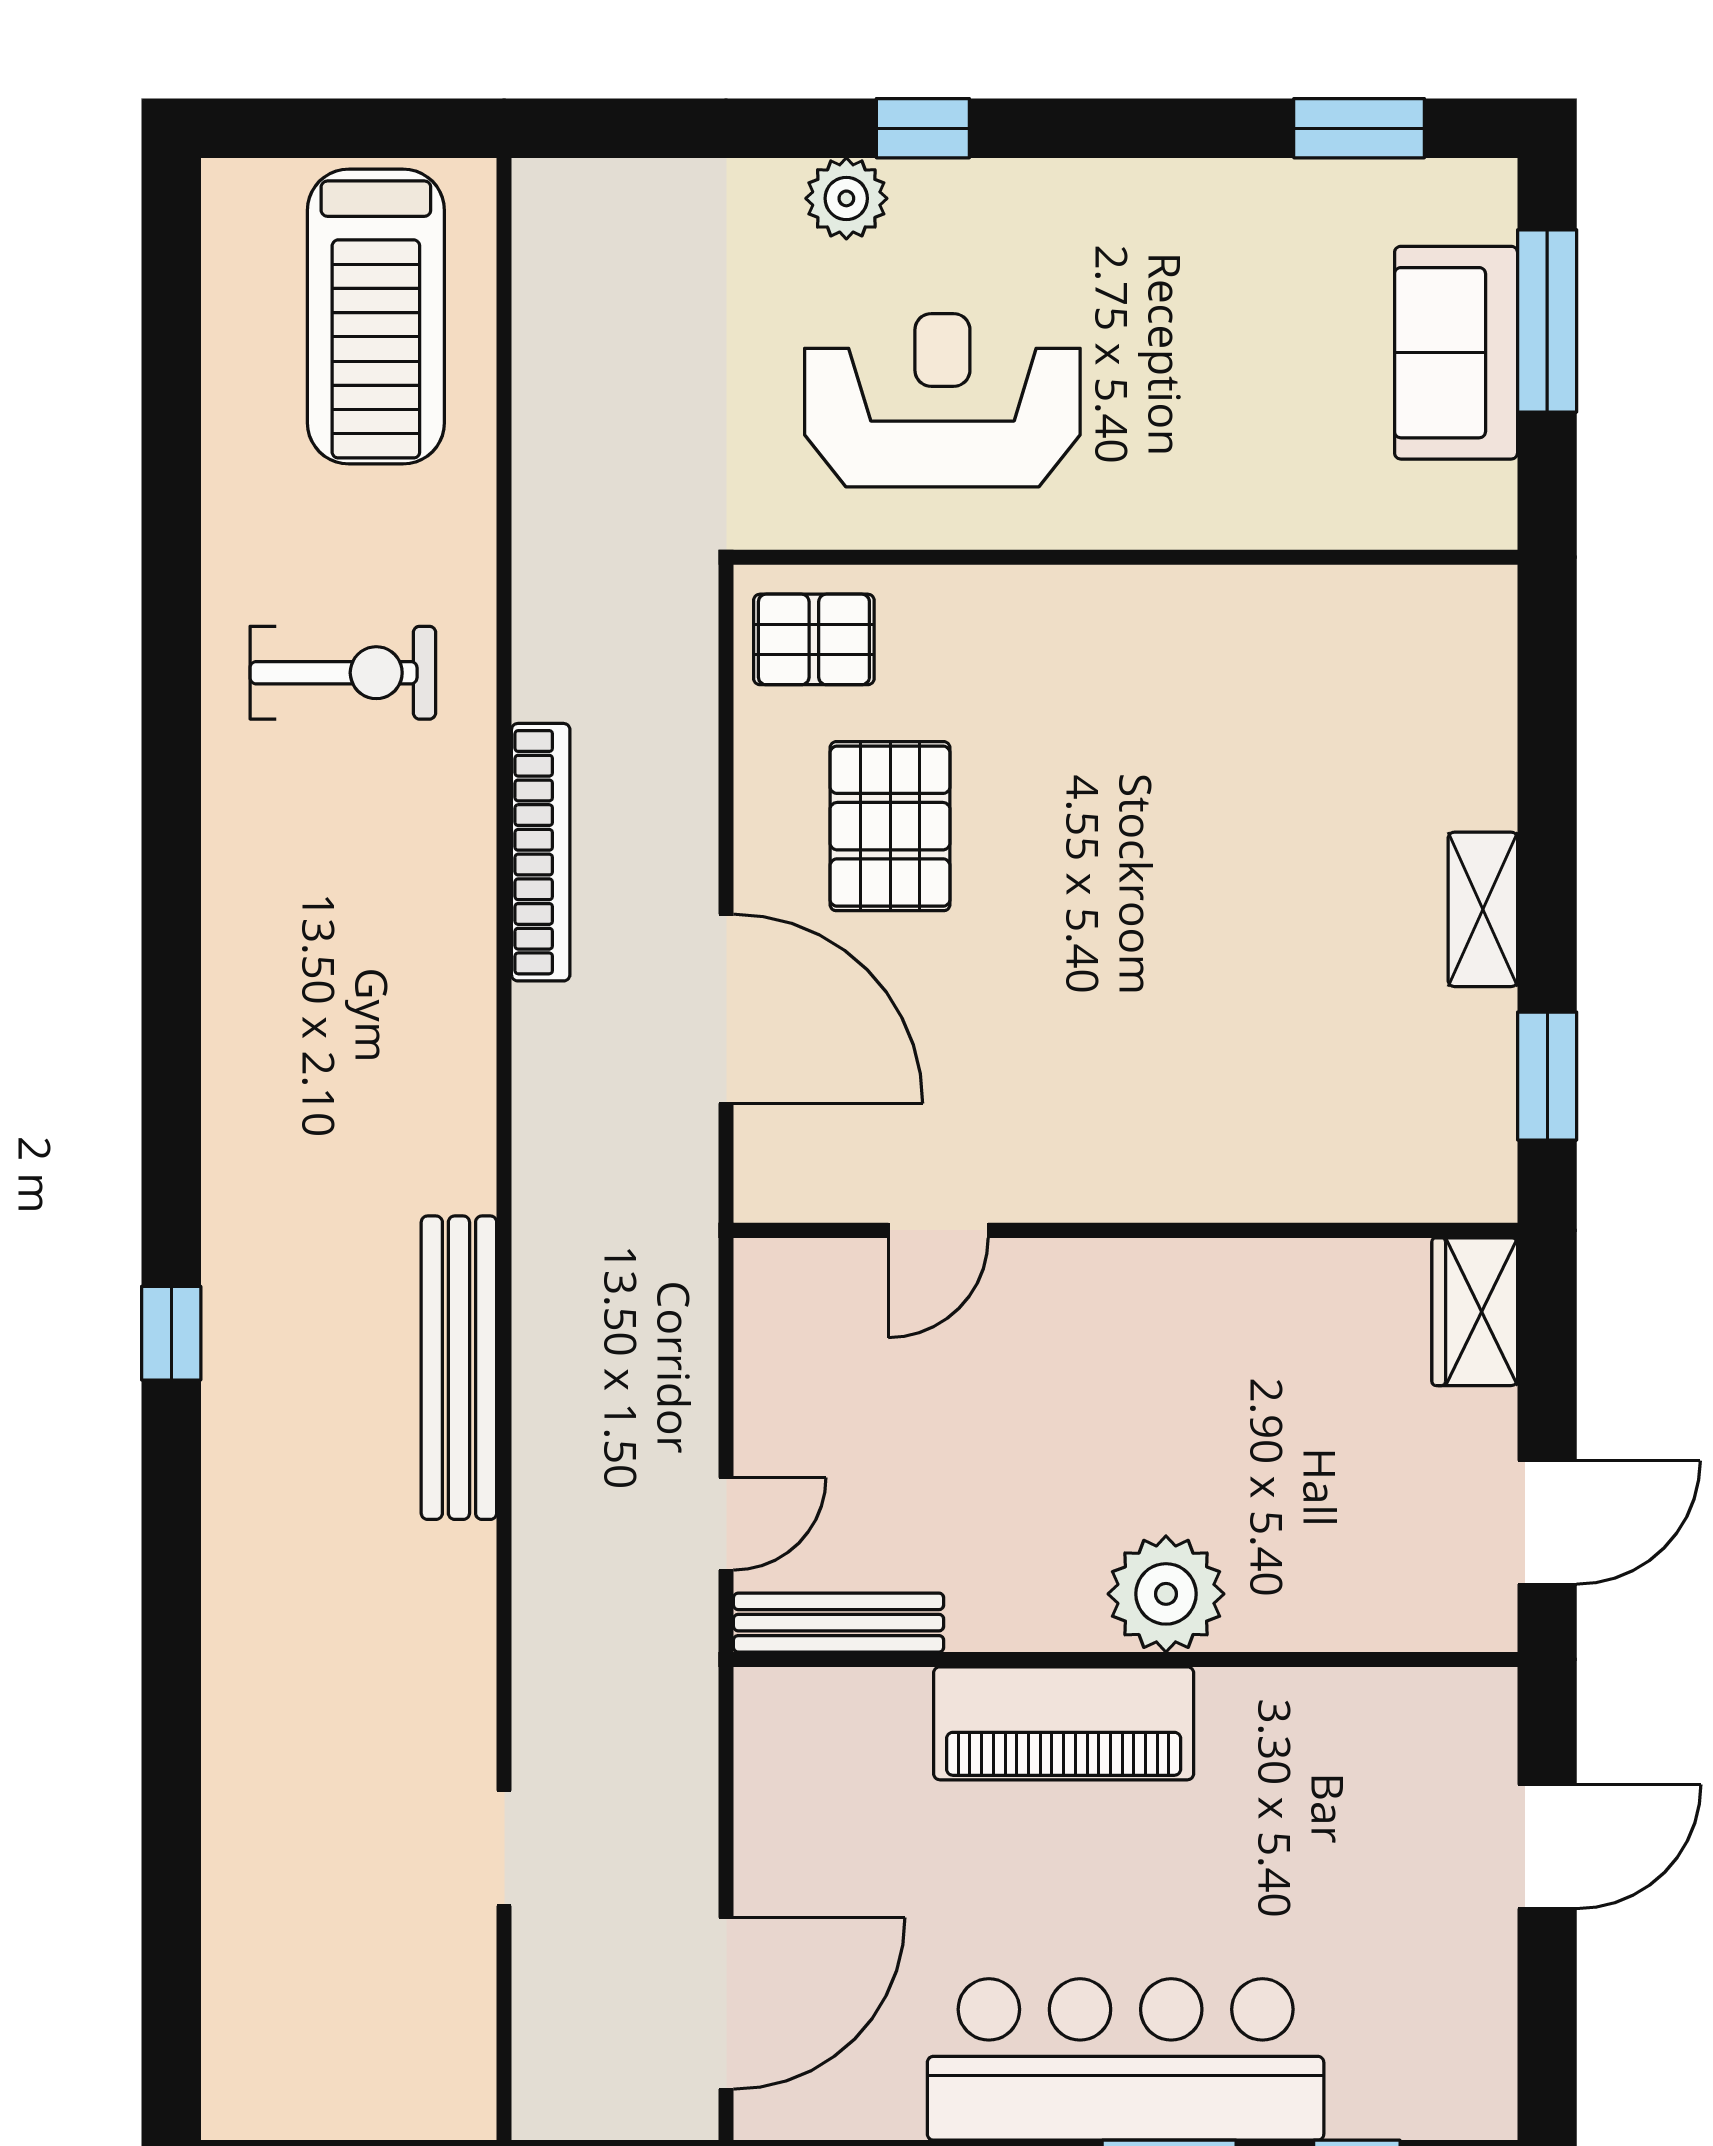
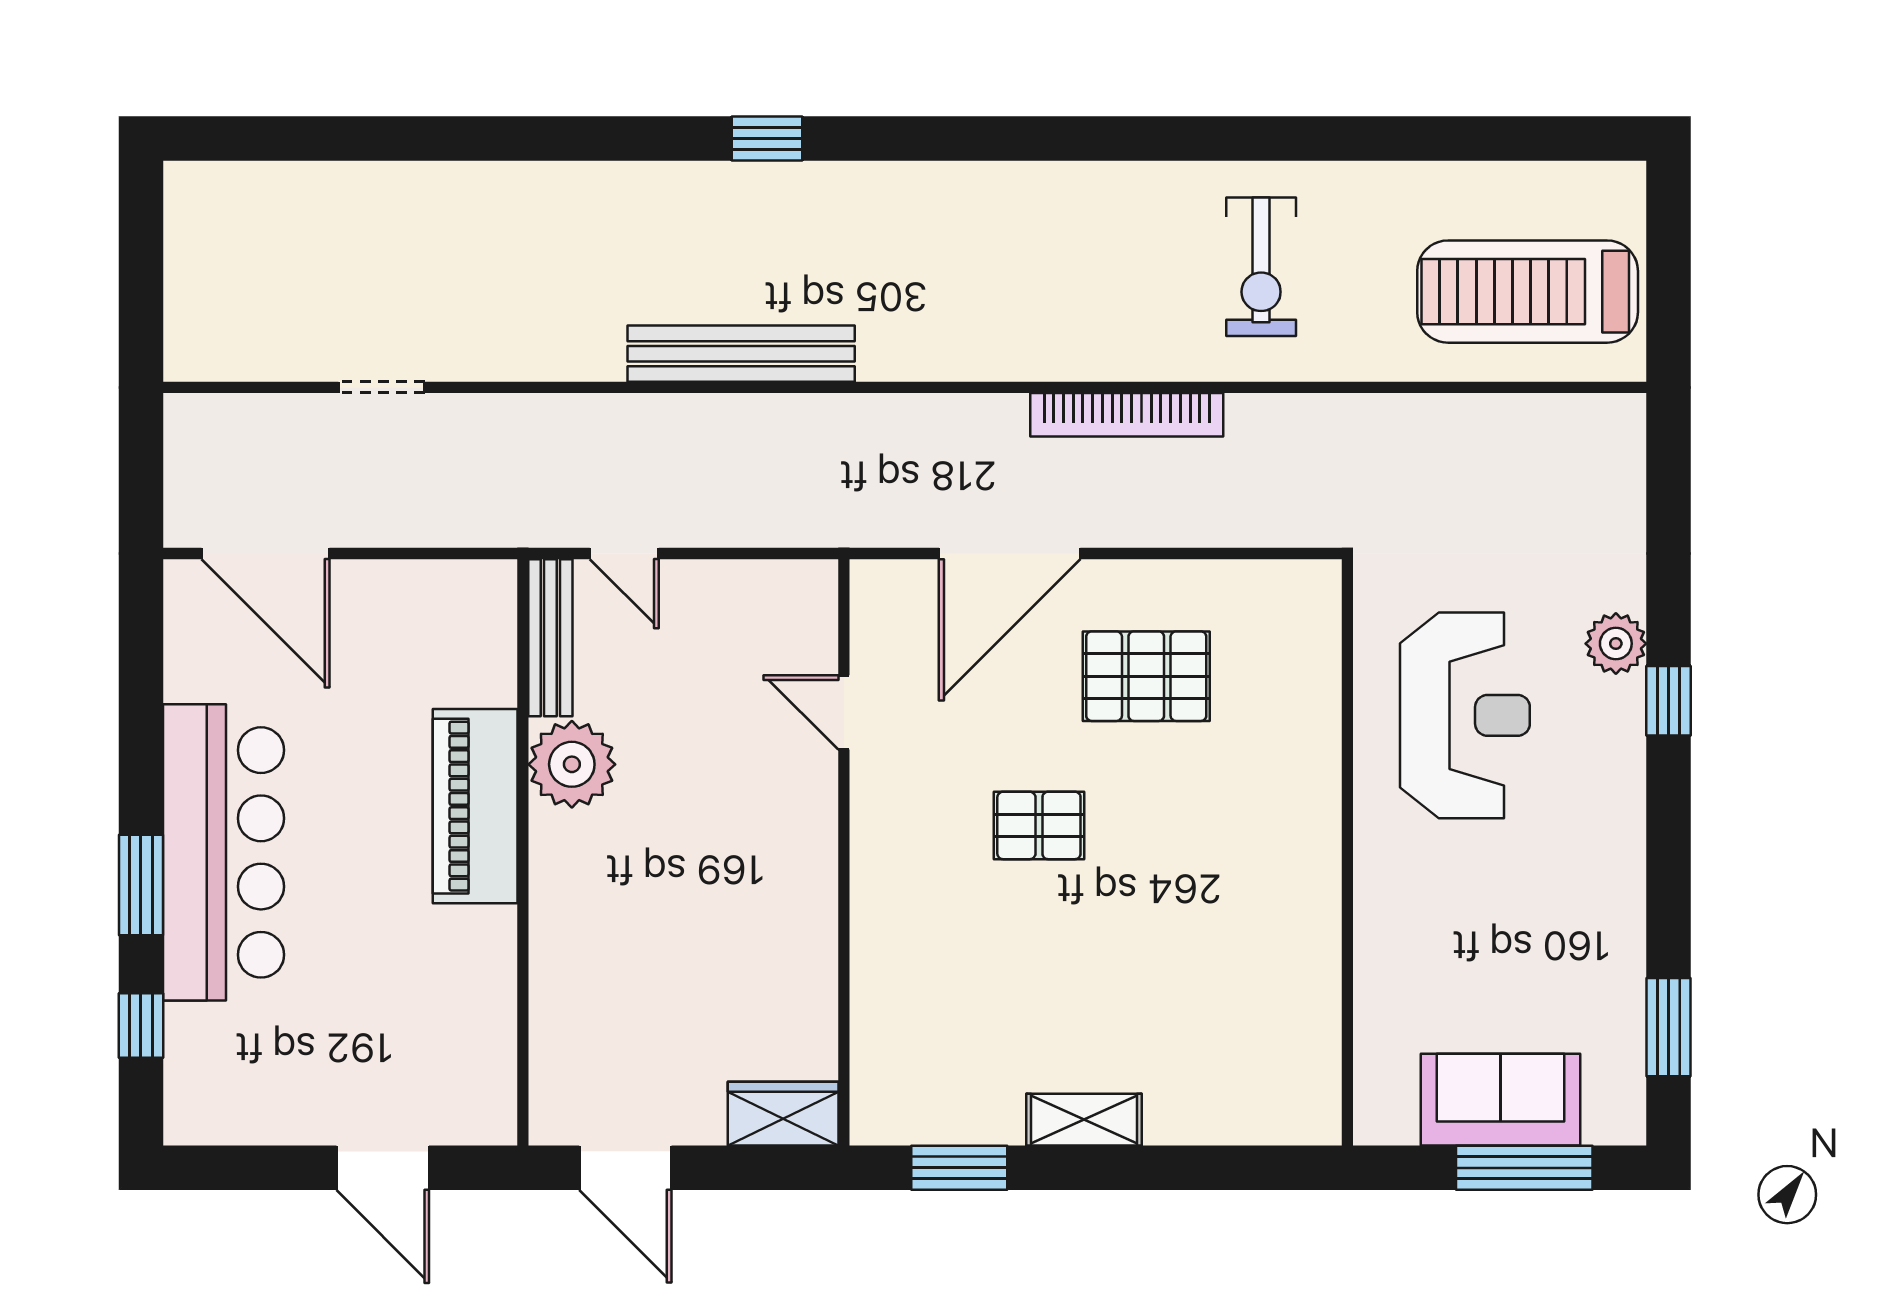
pallet: (814, 639) -> (1039, 825), moved, turned 90
plant: (1166, 1594) -> (572, 764), moved

